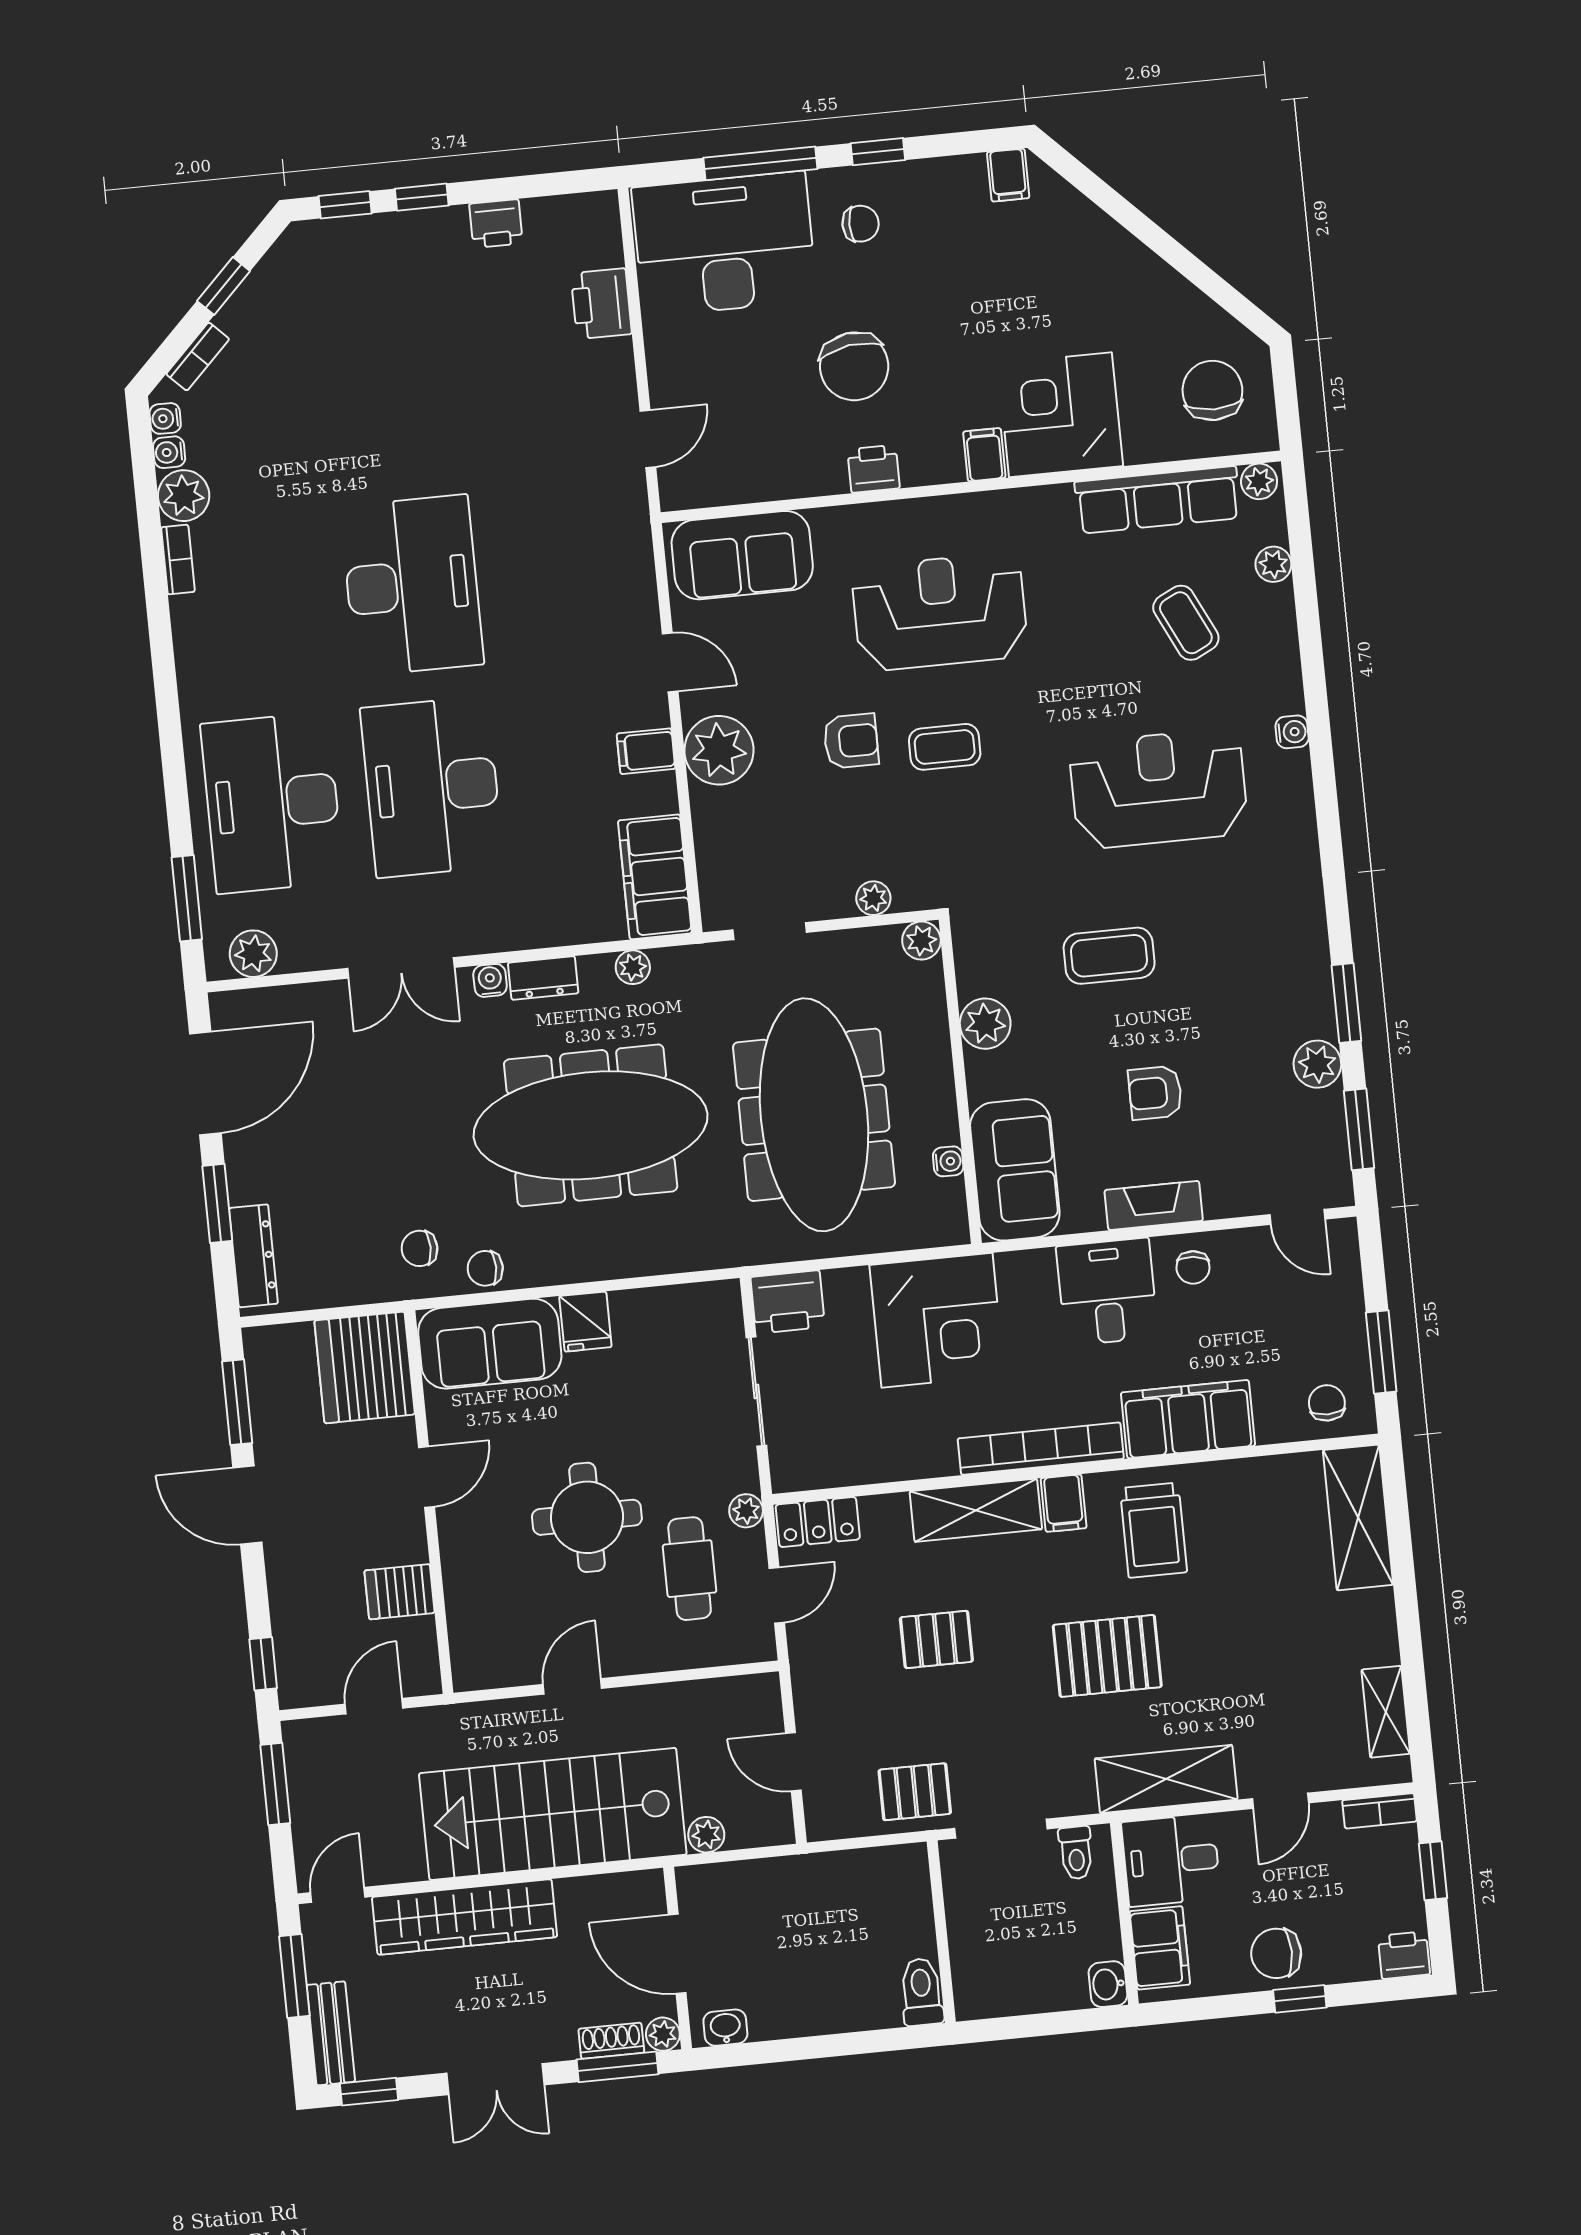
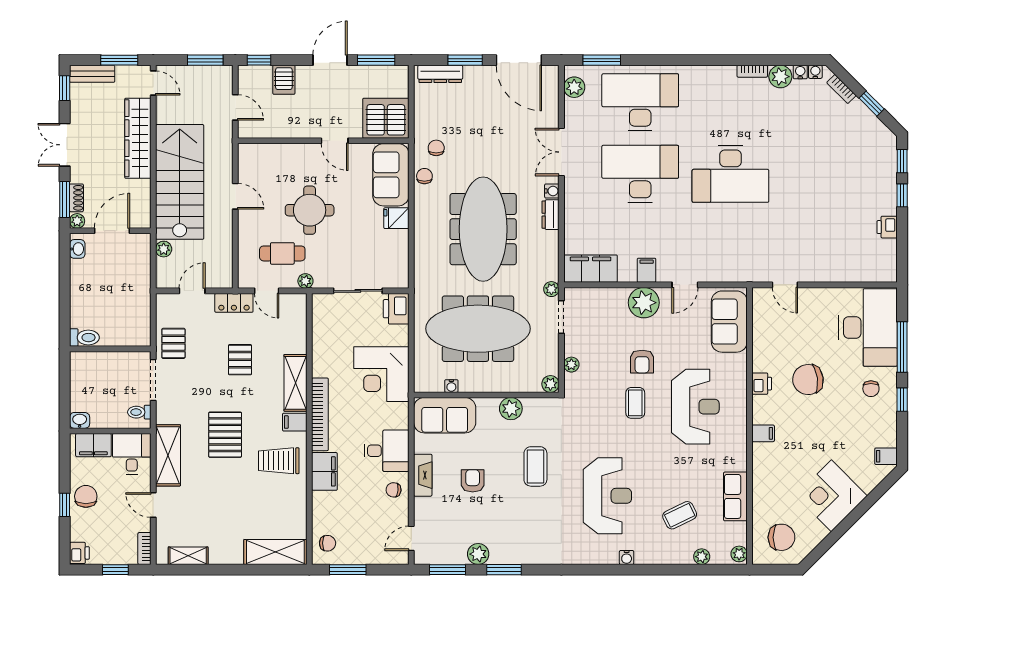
printer: (601, 304) -> (847, 270), removed
corner desk: (1060, 415) -> (831, 496), moved, turned -135
row of seats: (1158, 500) -> (735, 496), width x0.68
plant: (633, 967) -> (551, 289), moved
filing cabinet: (1188, 1419) -> (324, 471), width x0.67, depth x0.86
locker: (818, 1522) -> (234, 303), moved, turned -90
server rack: (400, 1592) -> (284, 80), moved, turned 180

